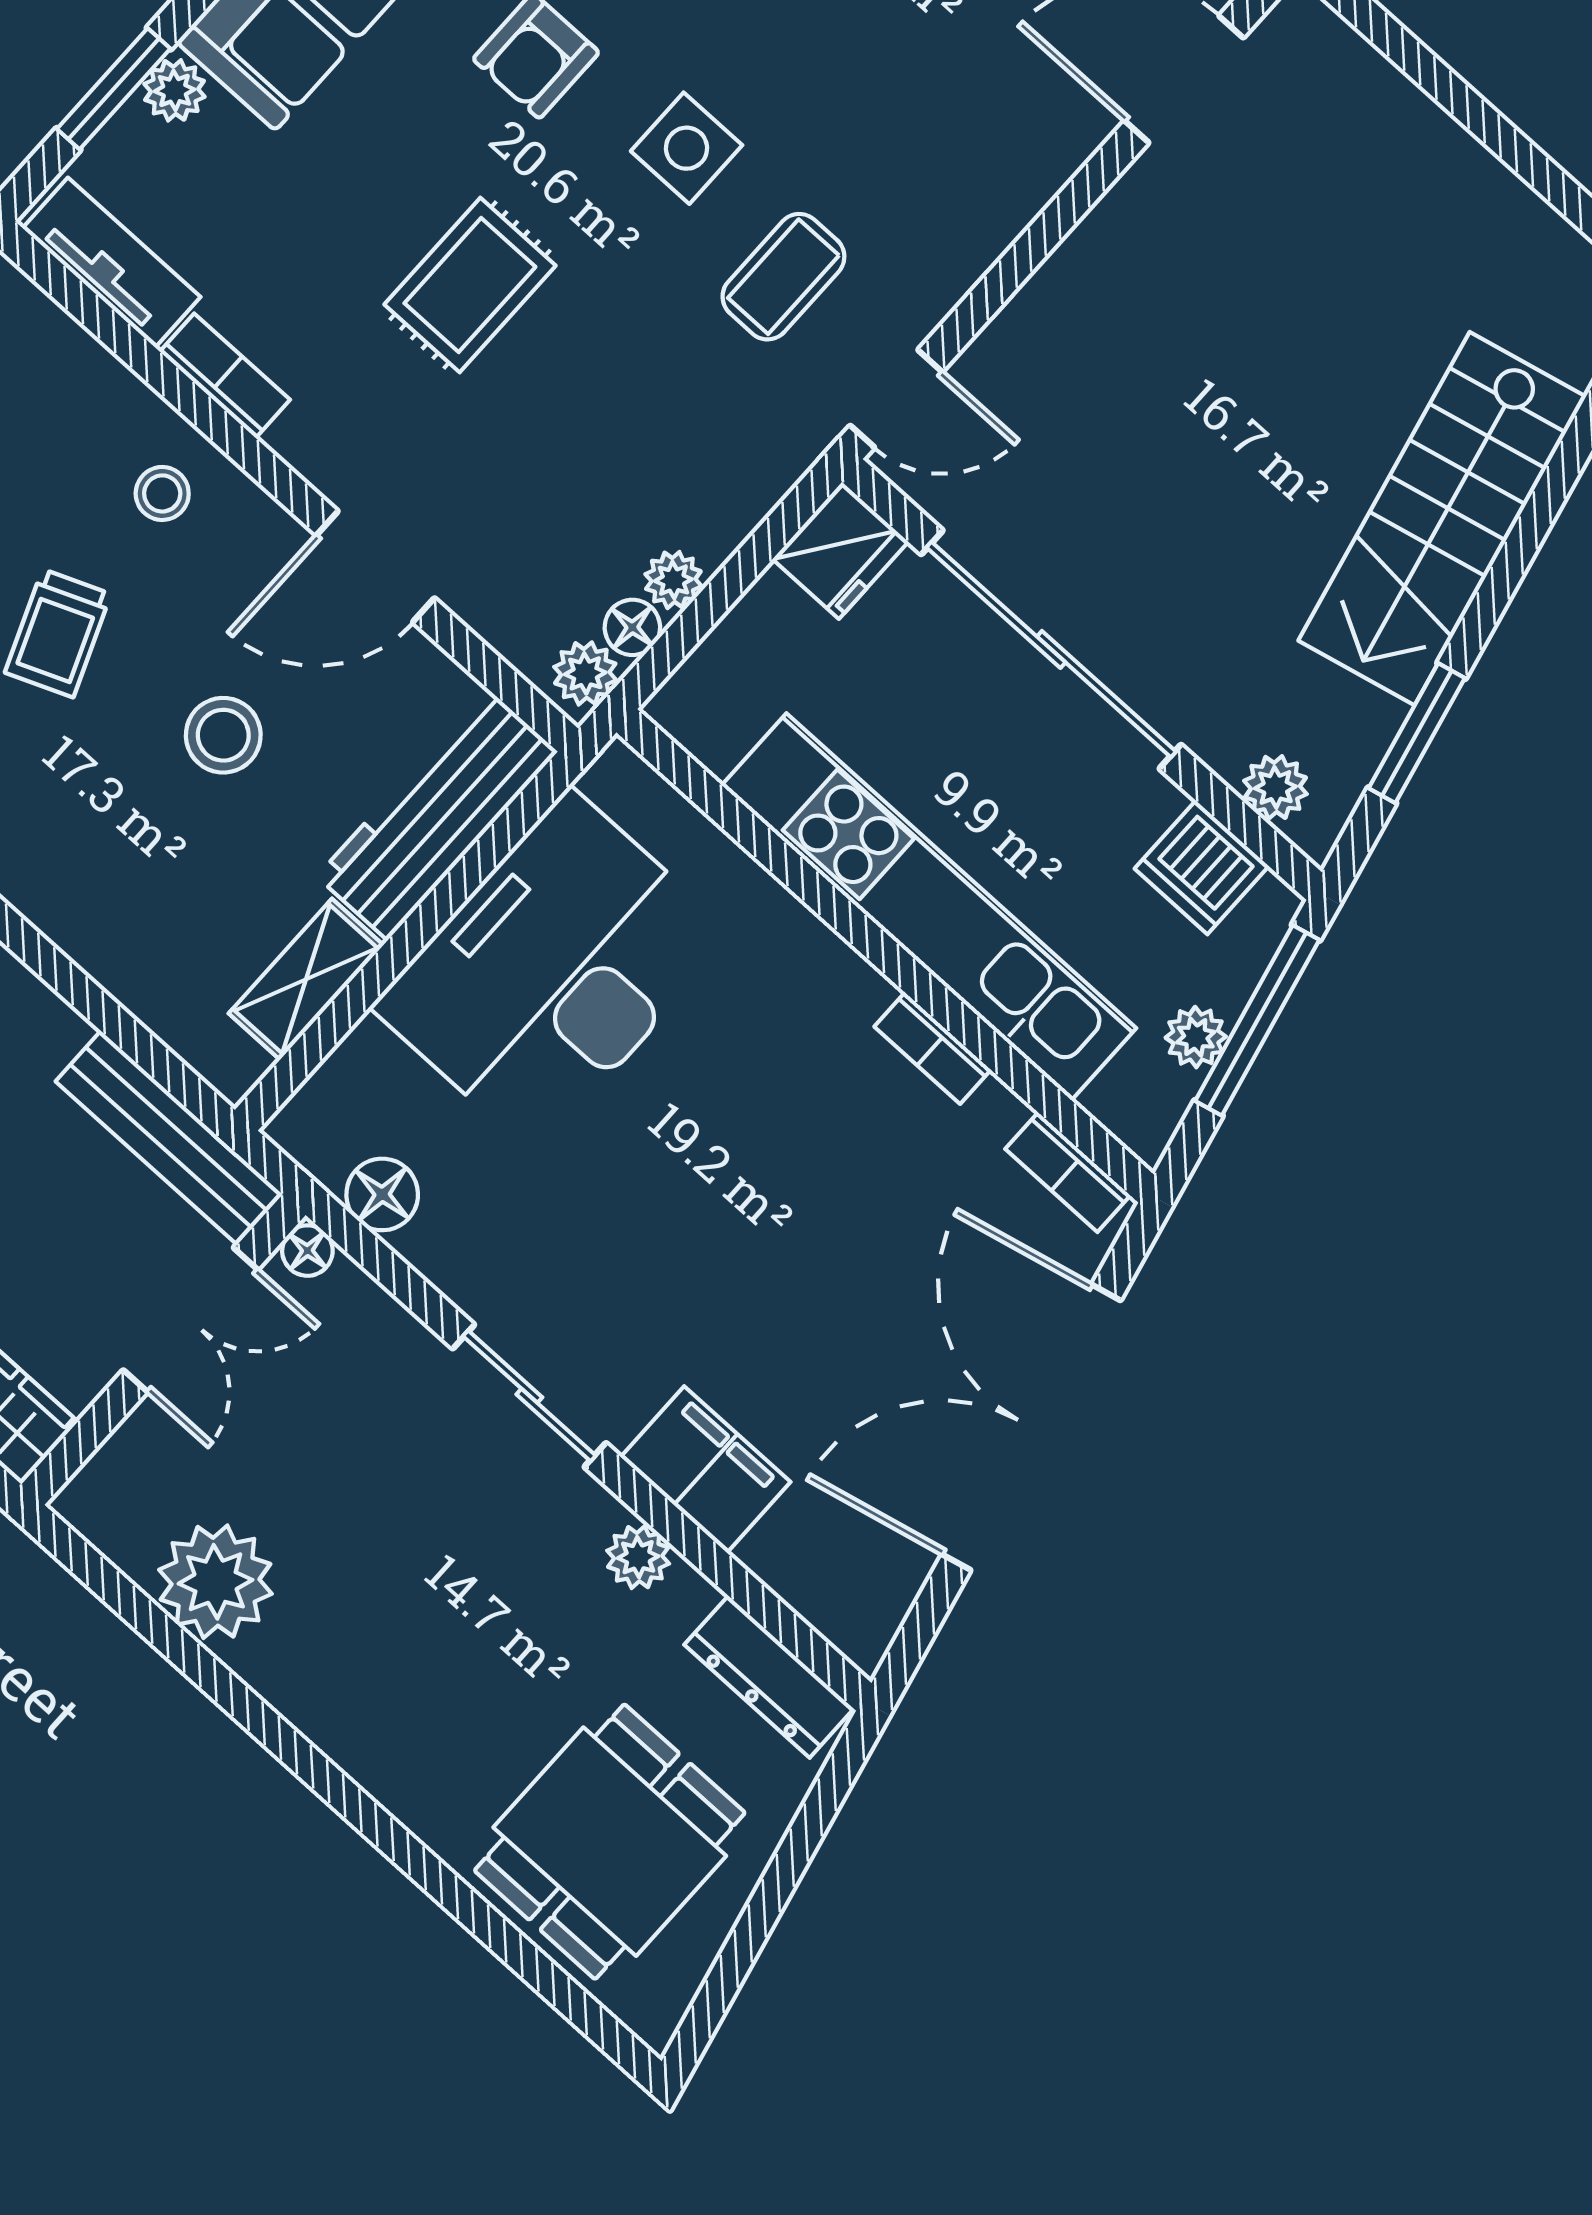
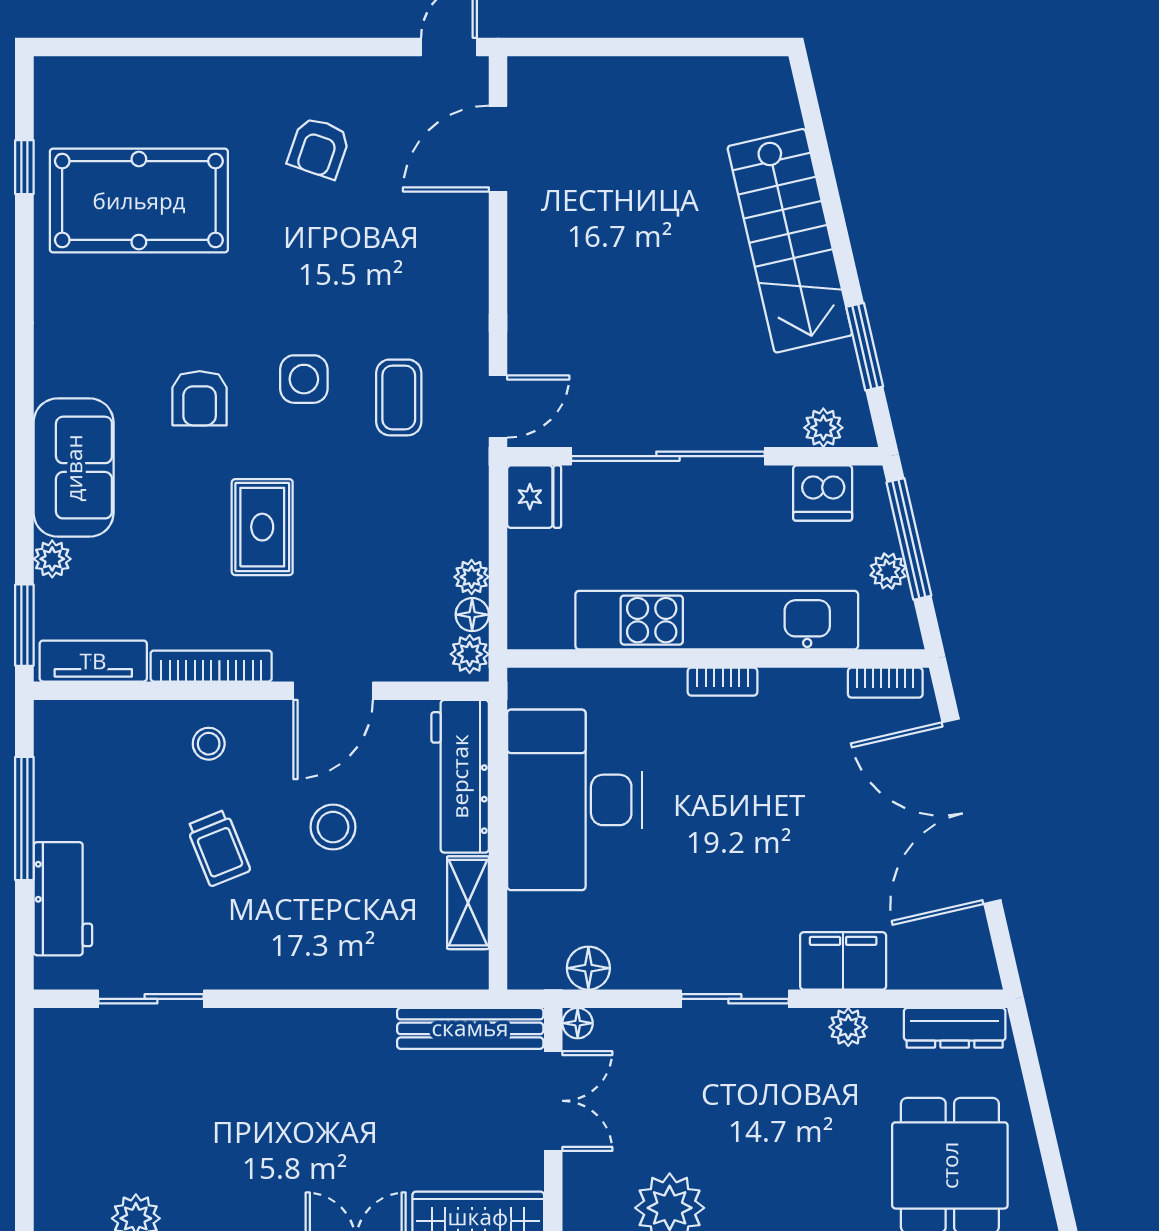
window: (114, 89) -> (24, 625), moved
bookcase: (225, 376) -> (211, 666), width x1.56
bookcase: (933, 1048) -> (723, 682), moved

